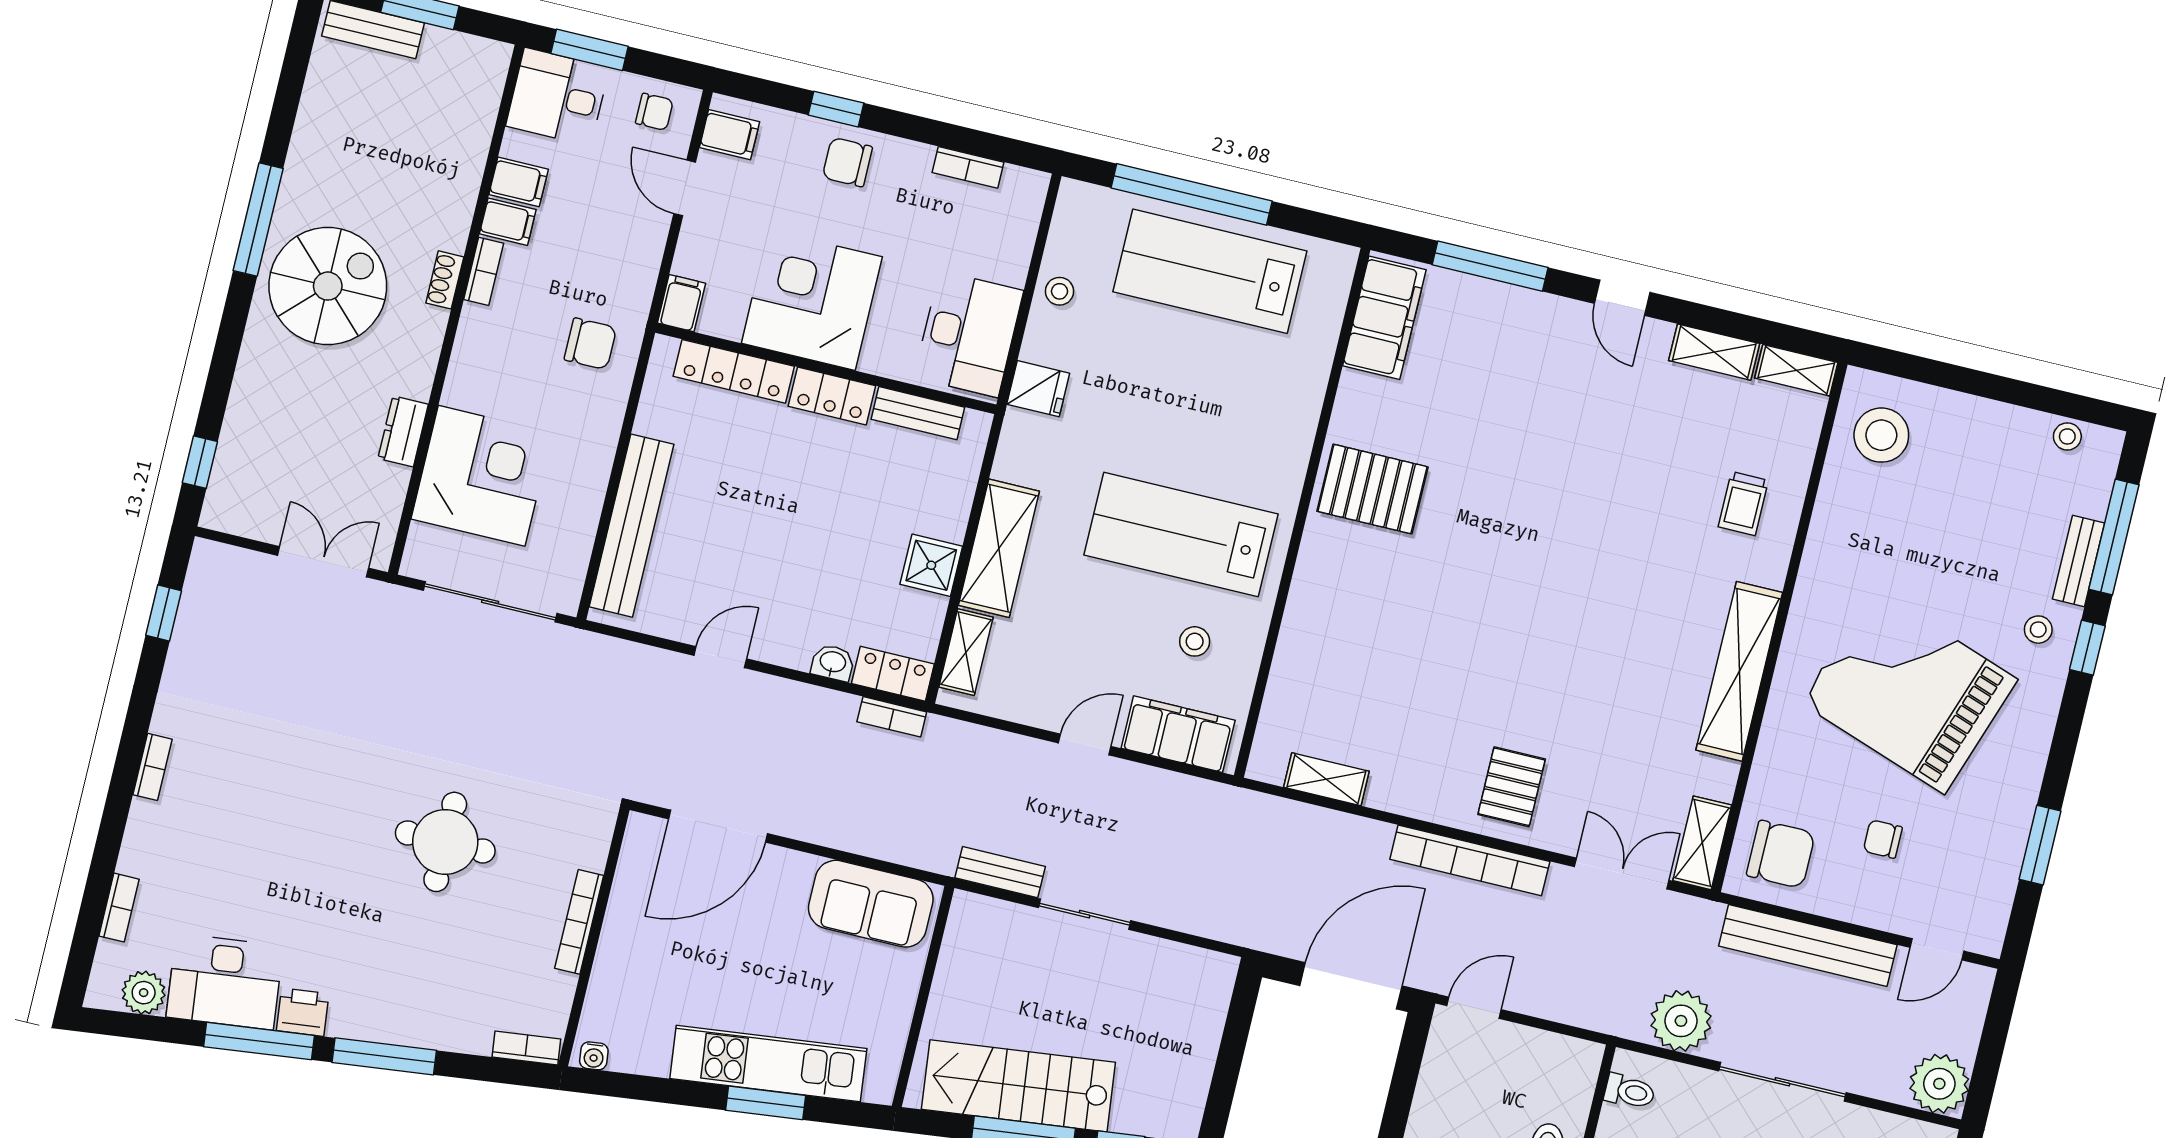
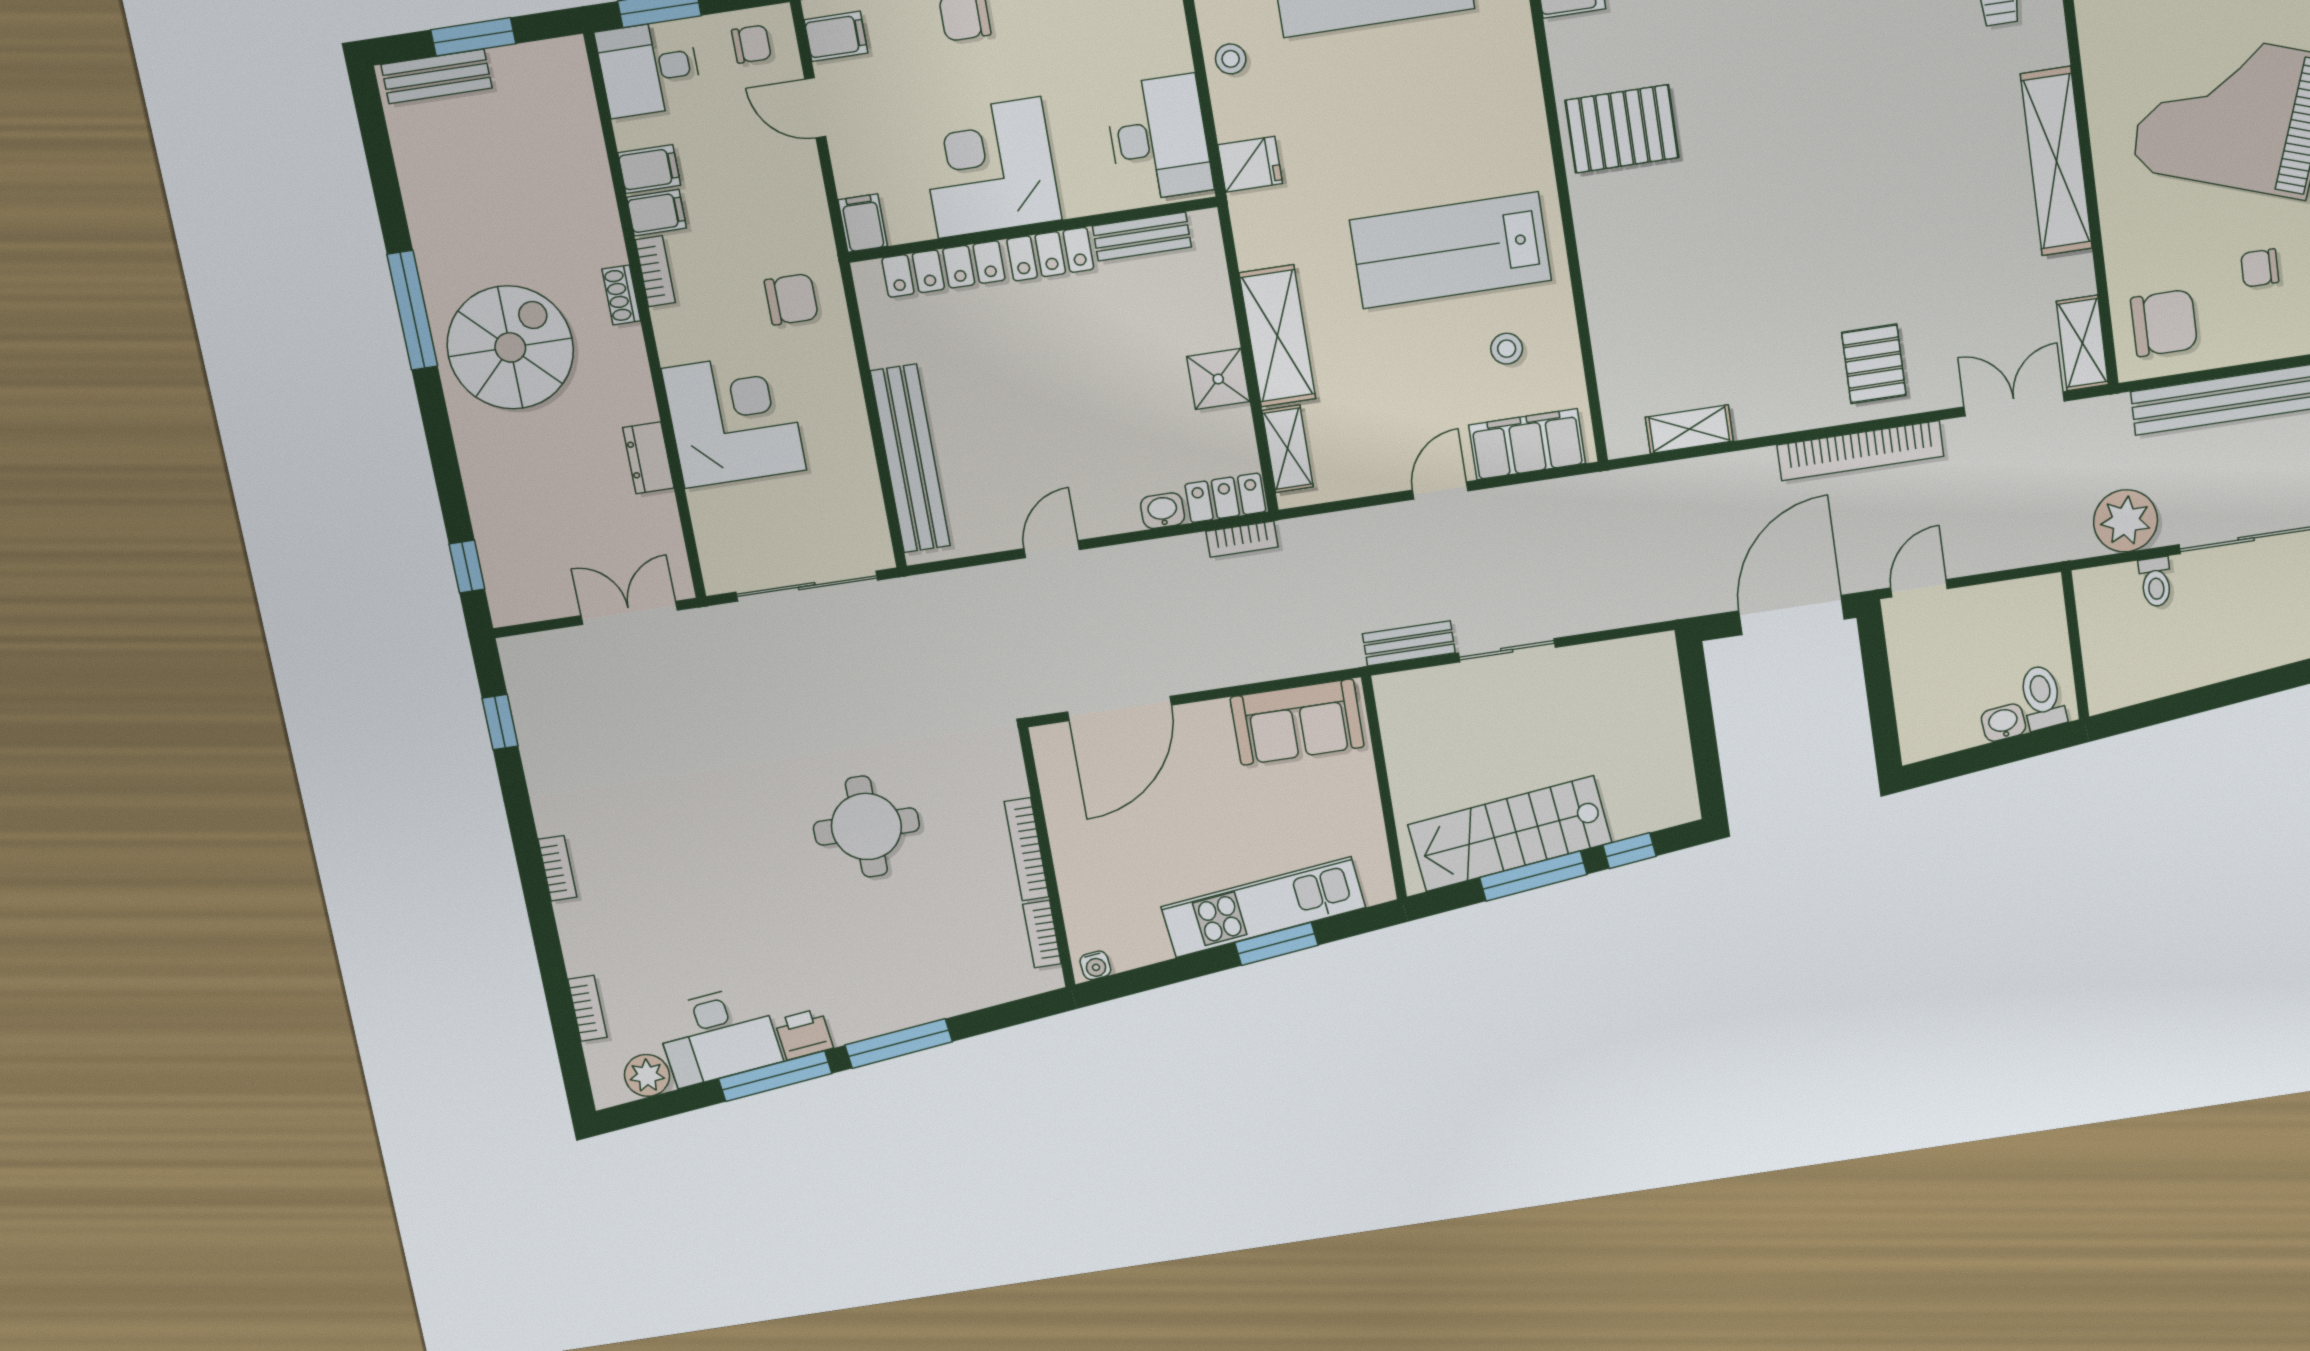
corner desk: (482, 476) -> (734, 419), moved
bookcase: (526, 1048) -> (1042, 934), moved, turned -83
toilet: (1630, 1091) -> (2156, 582), moved, turned 90

